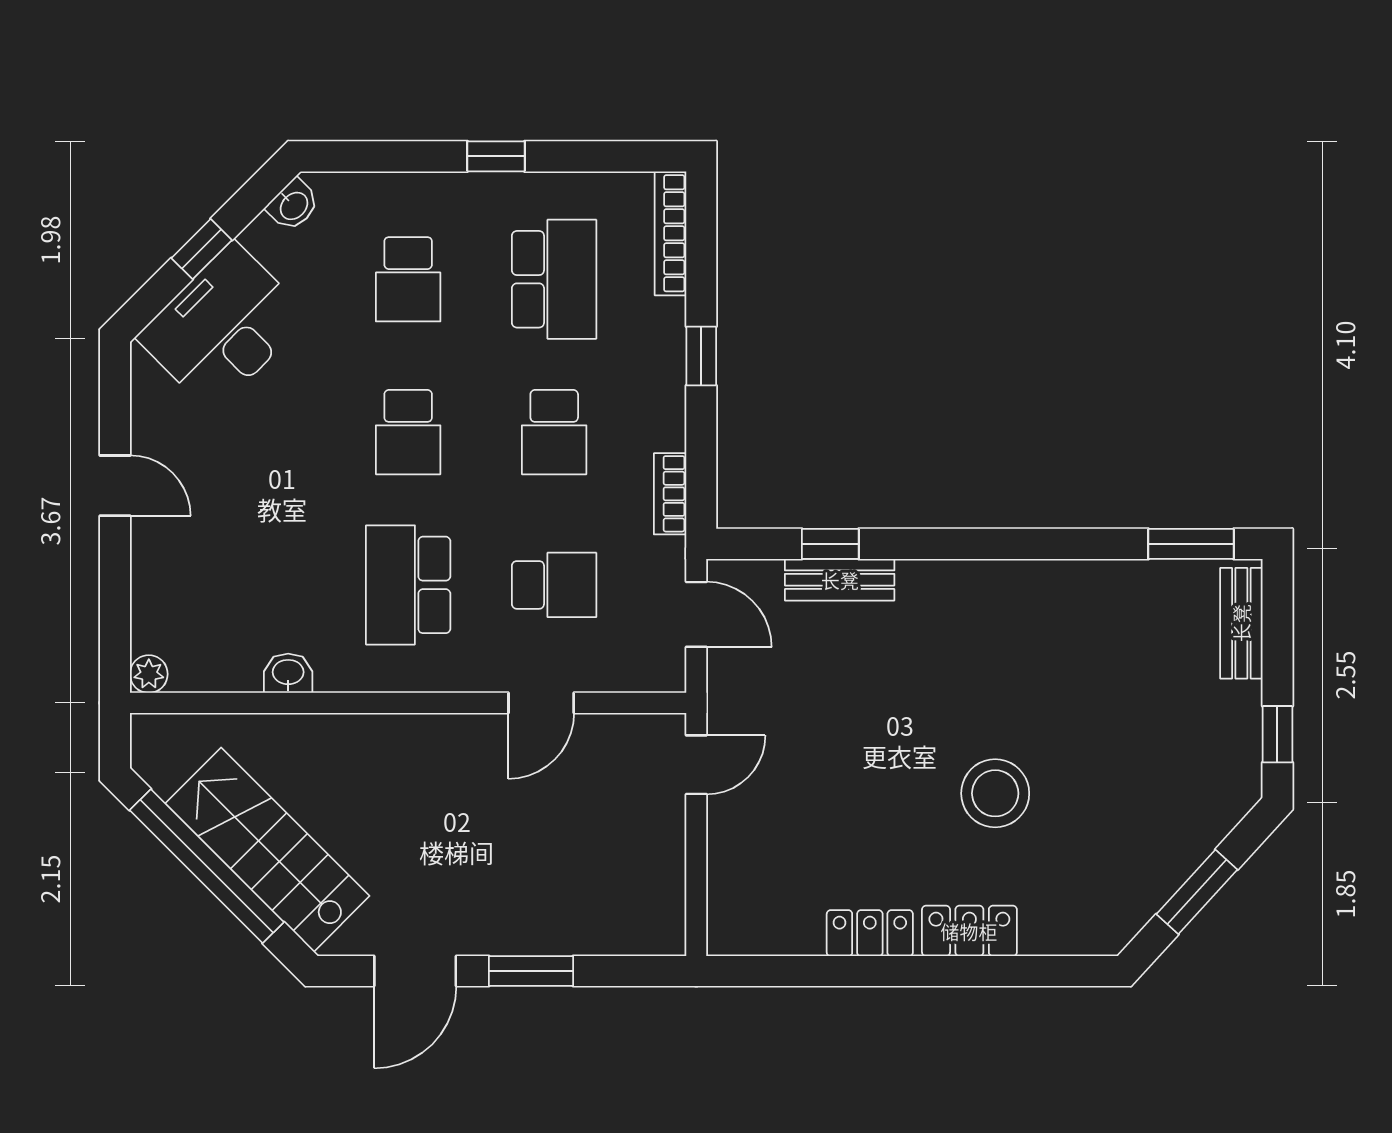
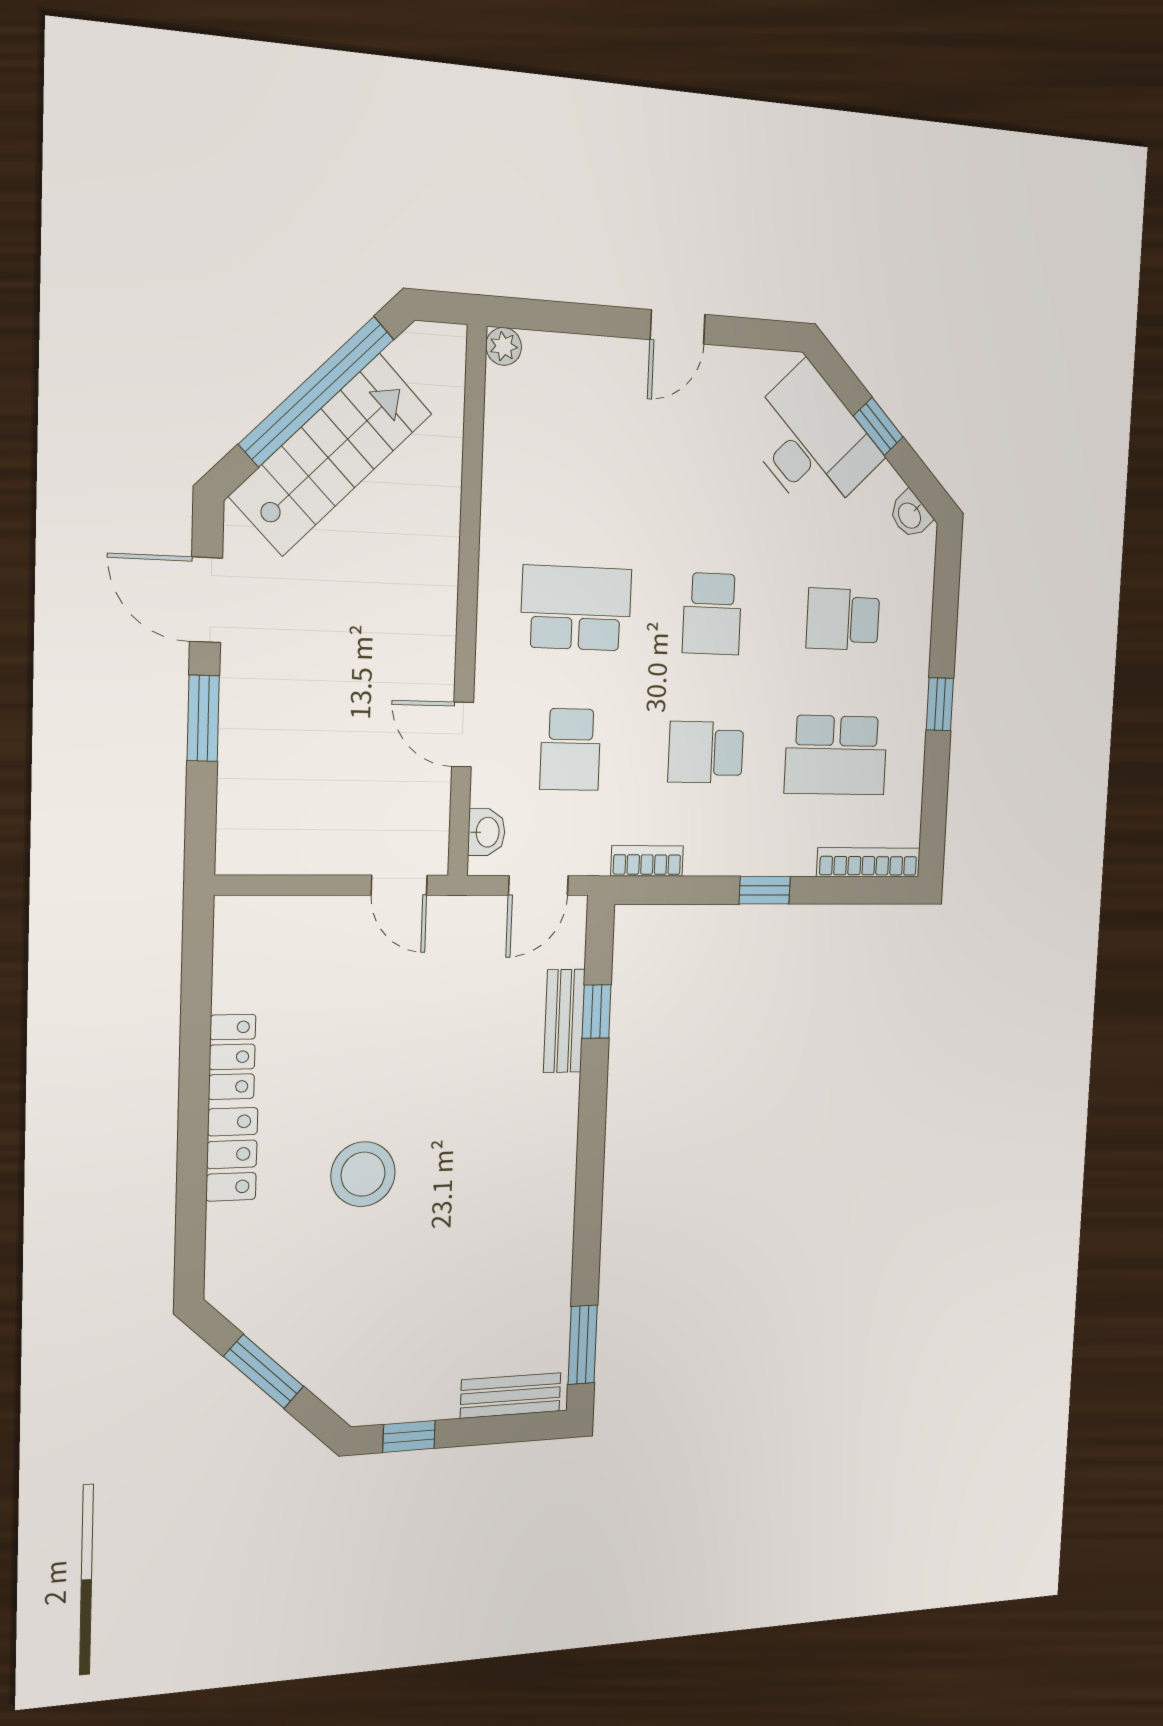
school desk: (408, 432) -> (712, 614), turned -90
washbasin: (288, 673) -> (487, 832), moved

